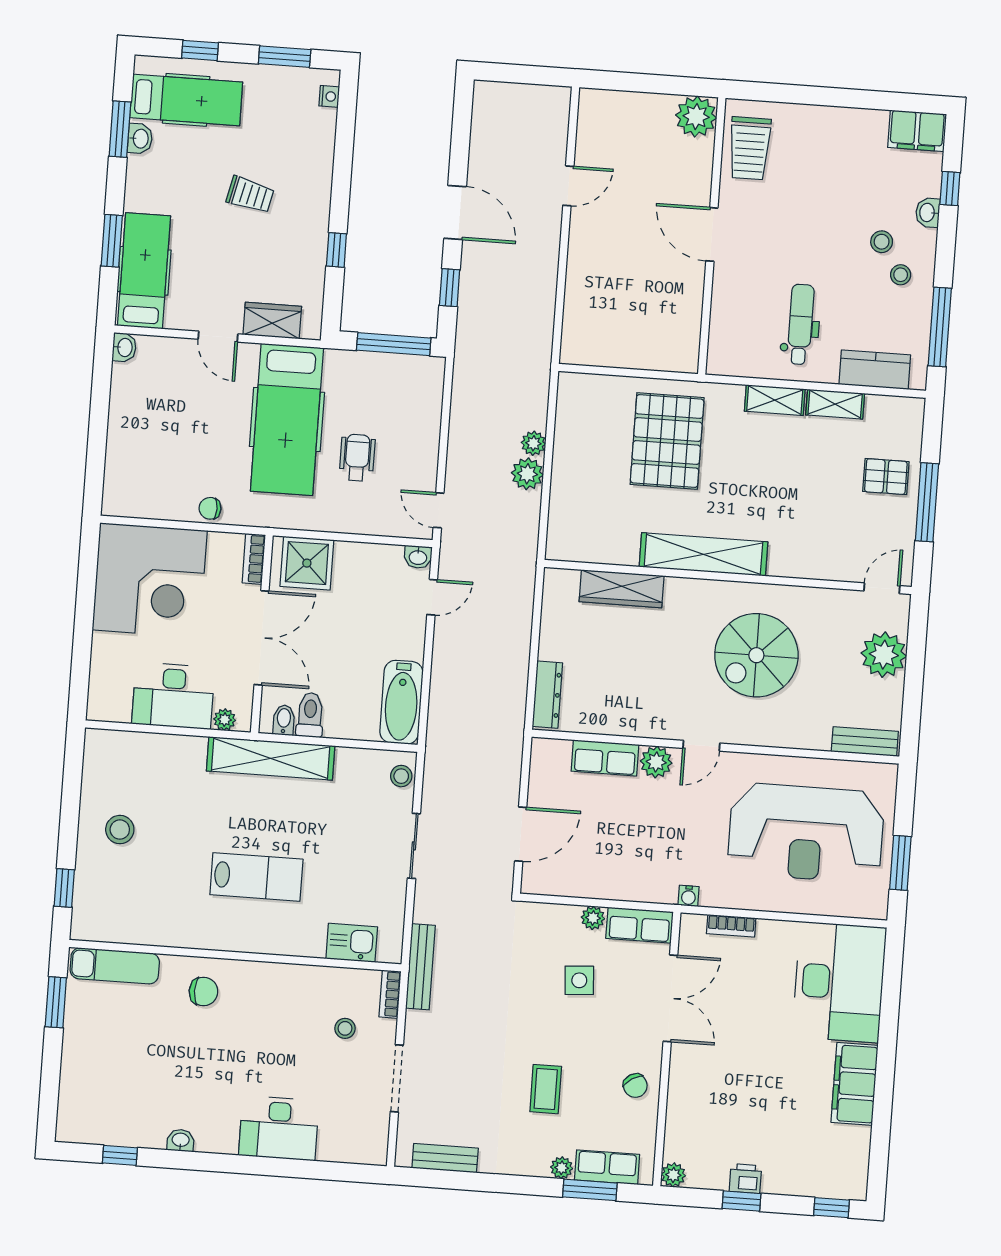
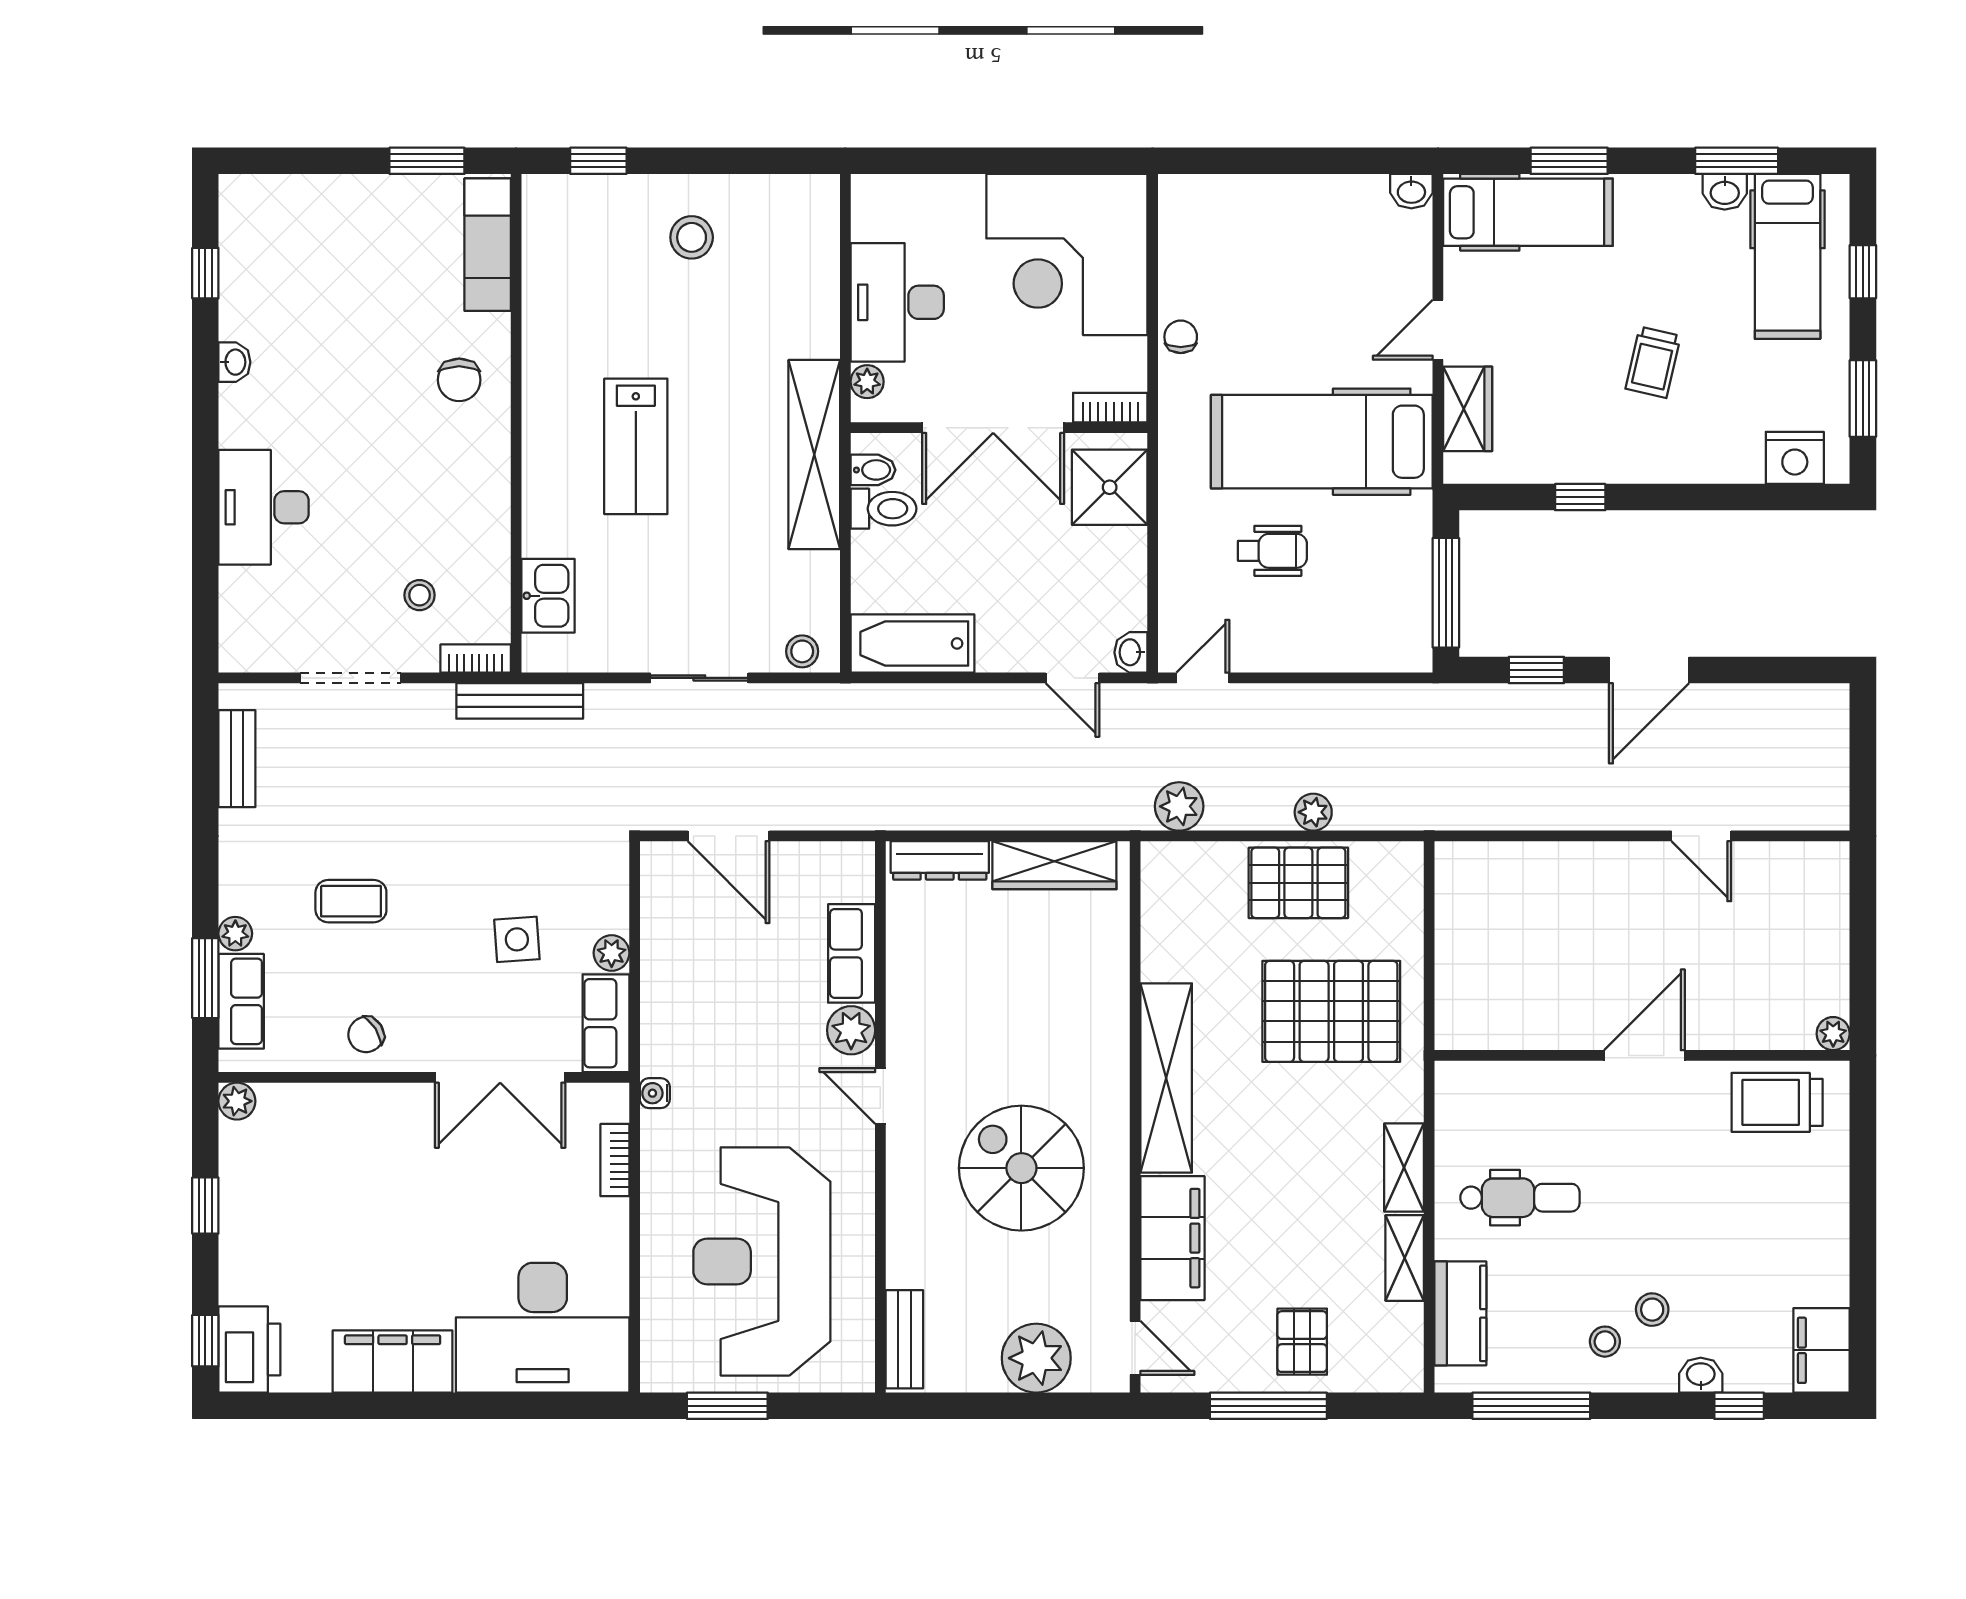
nightstand: (329, 96) -> (1795, 458), width x1.89, depth x1.79
plant: (696, 117) -> (1833, 1034), width x0.53, depth x0.53
pallet: (580, 457) -> (1298, 883), added
plant: (527, 474) -> (1179, 806), moved
filing cabinet: (810, 558) -> (1172, 1238), added
wardrobe: (622, 589) -> (1054, 865), moved, turned -90
printer: (745, 1179) -> (249, 1350), moved, width x1.87, depth x1.48

